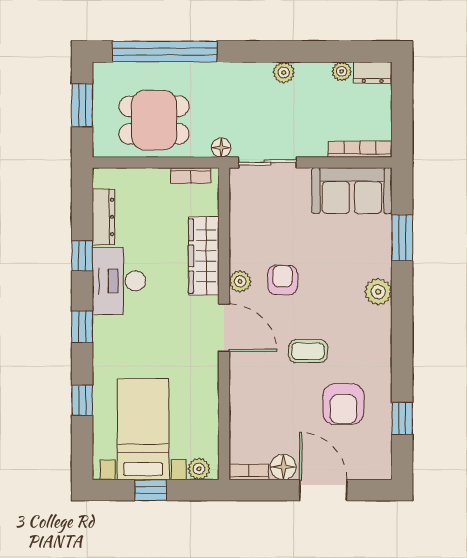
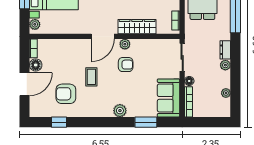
dresser: (373, 73) -> (225, 50), moved
floor lamp: (221, 148) -> (189, 81), moved

